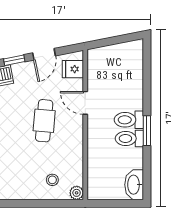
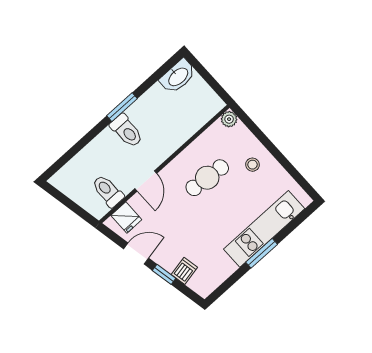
cafe table: (44, 121) -> (207, 178), moved
toilet: (129, 138) -> (108, 191), moved, turned 180
stool: (52, 180) -> (253, 165), moved

